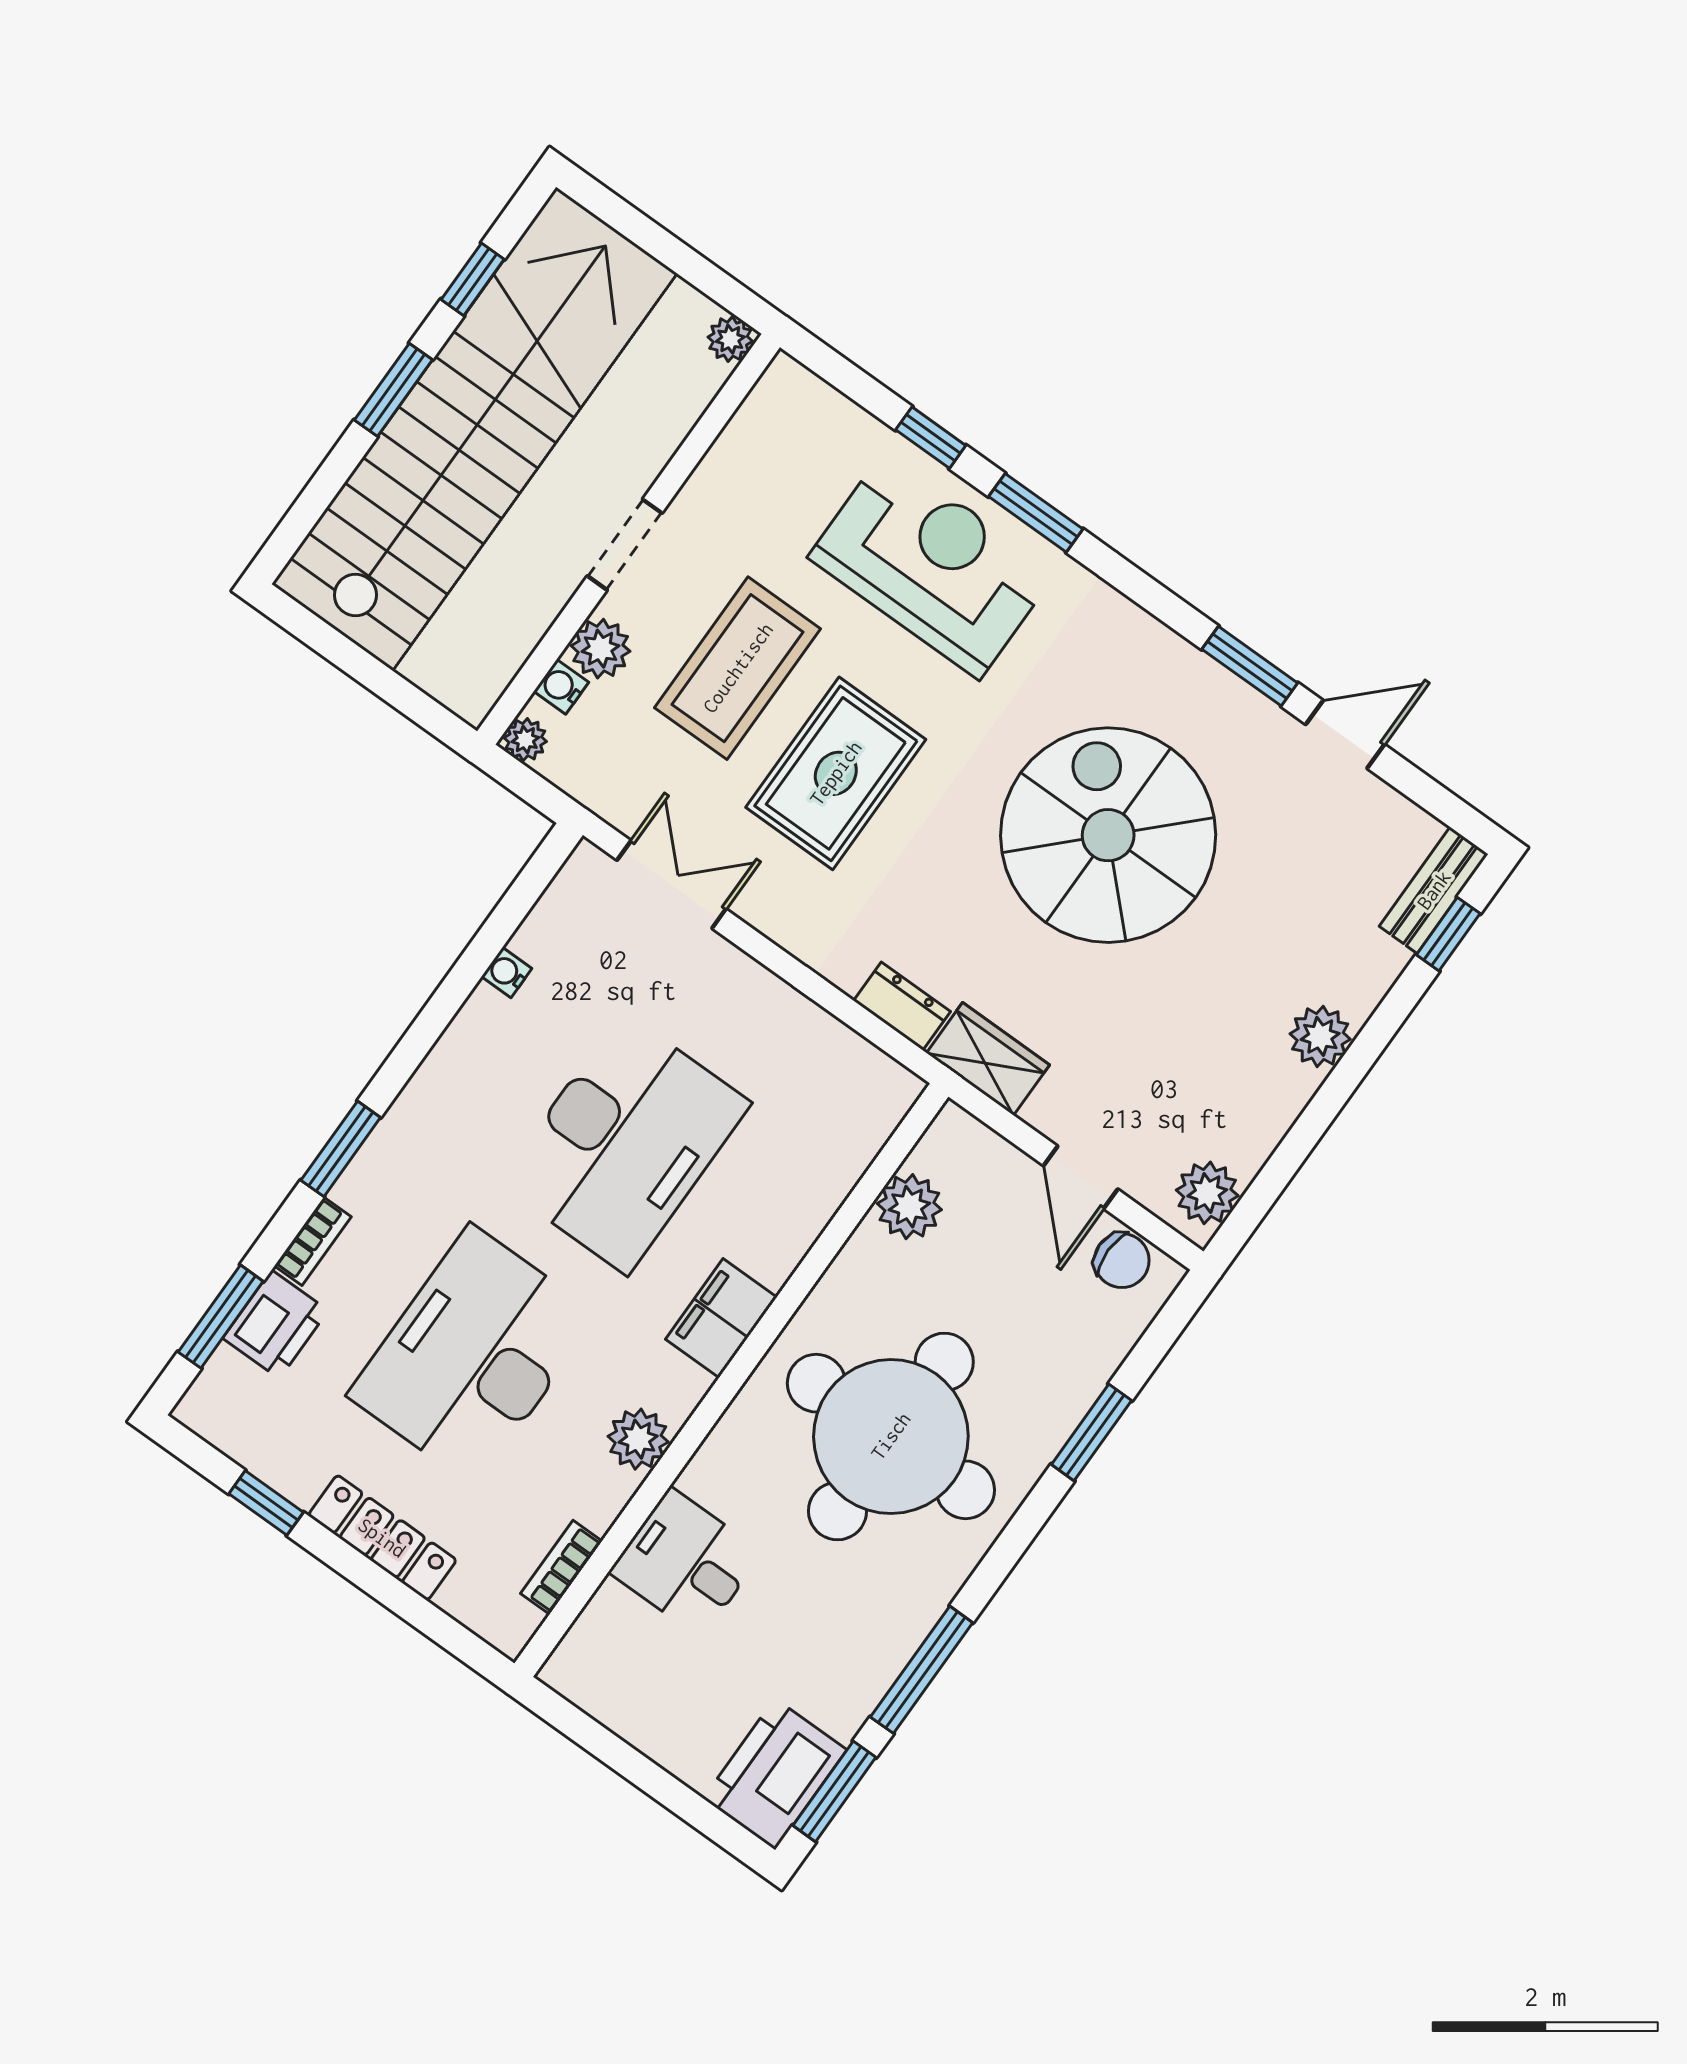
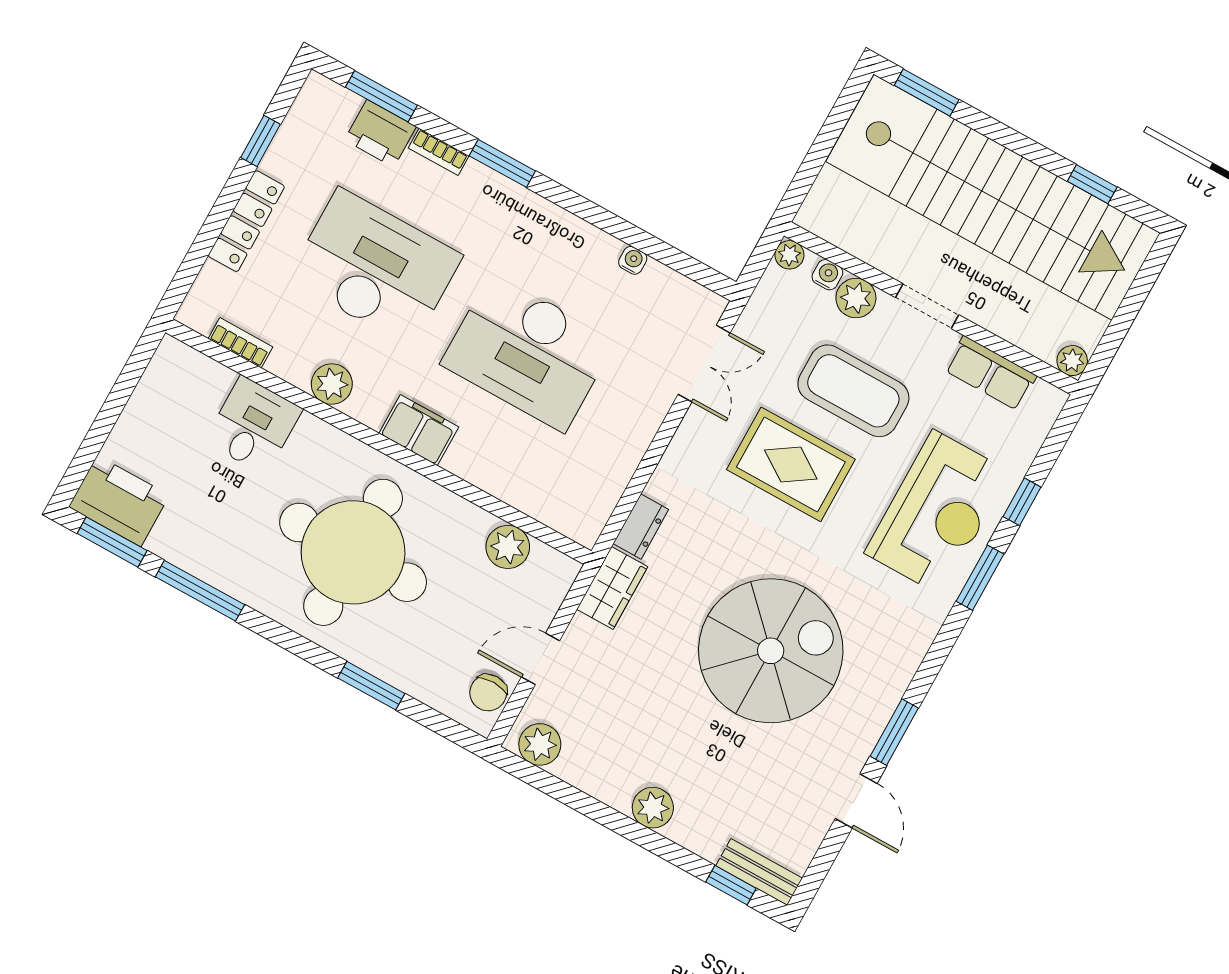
window: (393, 390) -> (927, 92), moved
row of seats: (735, 462) -> (991, 373), added

